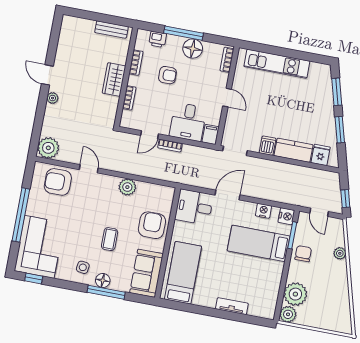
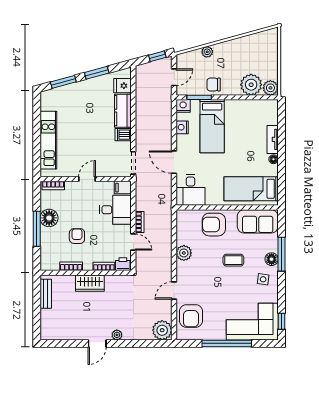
printer: (158, 39) -> (123, 264), moved, turned -90
floor lamp: (210, 303) -> (273, 159), added

